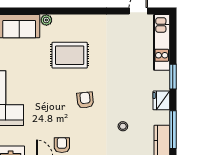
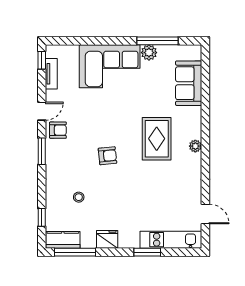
plant: (46, 20) -> (195, 146), moved
window: (173, 77) -> (147, 252), moved

